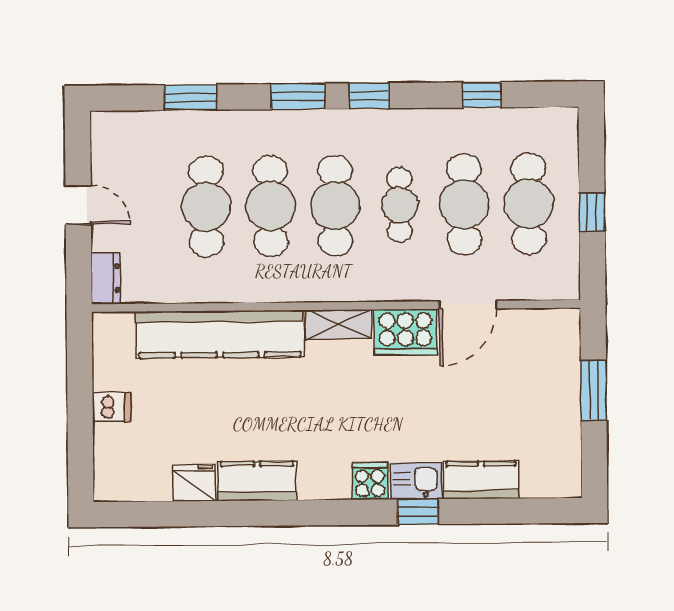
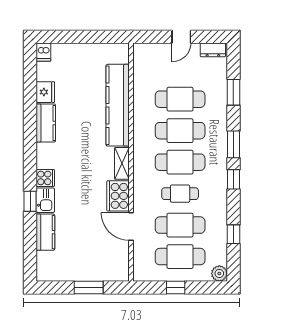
plant: (562, 123) -> (219, 273), added
dresser: (106, 278) -> (213, 50), moved
dishwasher: (112, 407) -> (43, 52), moved

